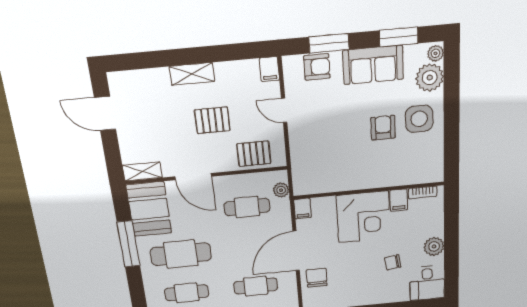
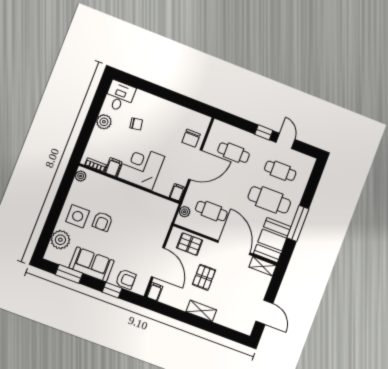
window: (329, 43) -> (112, 290), width x0.67
plant: (436, 53) -> (81, 176), moved
armchair: (317, 67) -> (126, 279), turned 180
door: (284, 110) -> (158, 262), width x1.87
pallet: (212, 120) -> (204, 277), turned 90
door: (193, 177) -> (234, 248), width x1.36

